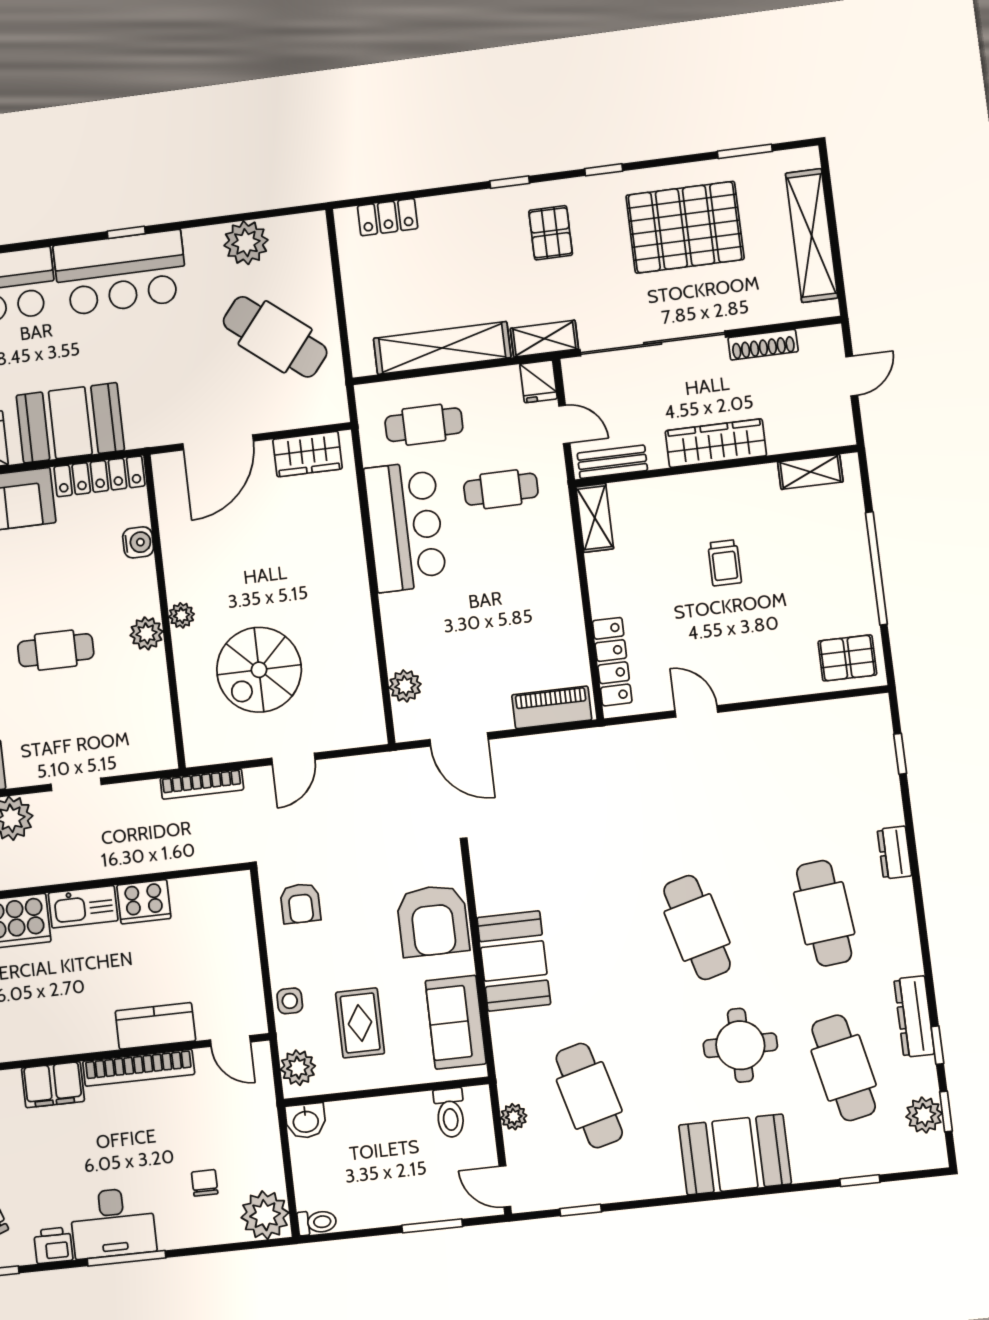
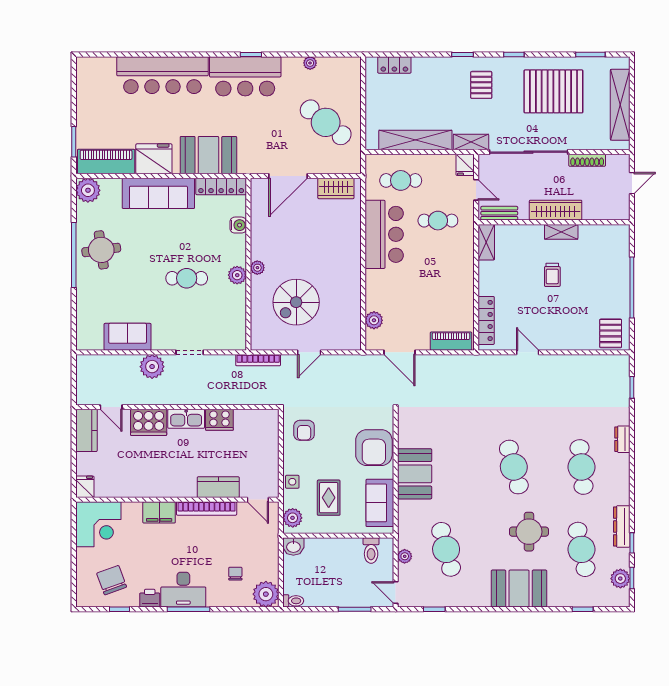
plant: (246, 243) -> (310, 63), width x0.53, depth x0.53
shelving: (810, 472) -> (561, 232), moved
pallet: (847, 658) -> (611, 333), turned 90

